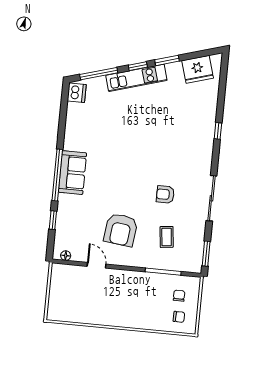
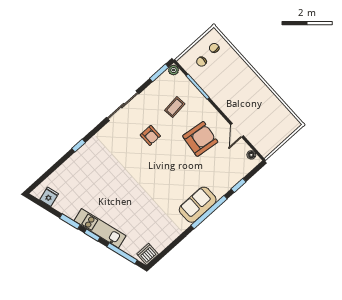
fridge: (198, 69) -> (49, 197), width x0.53, depth x0.75
plant: (196, 267) -> (174, 70), added

